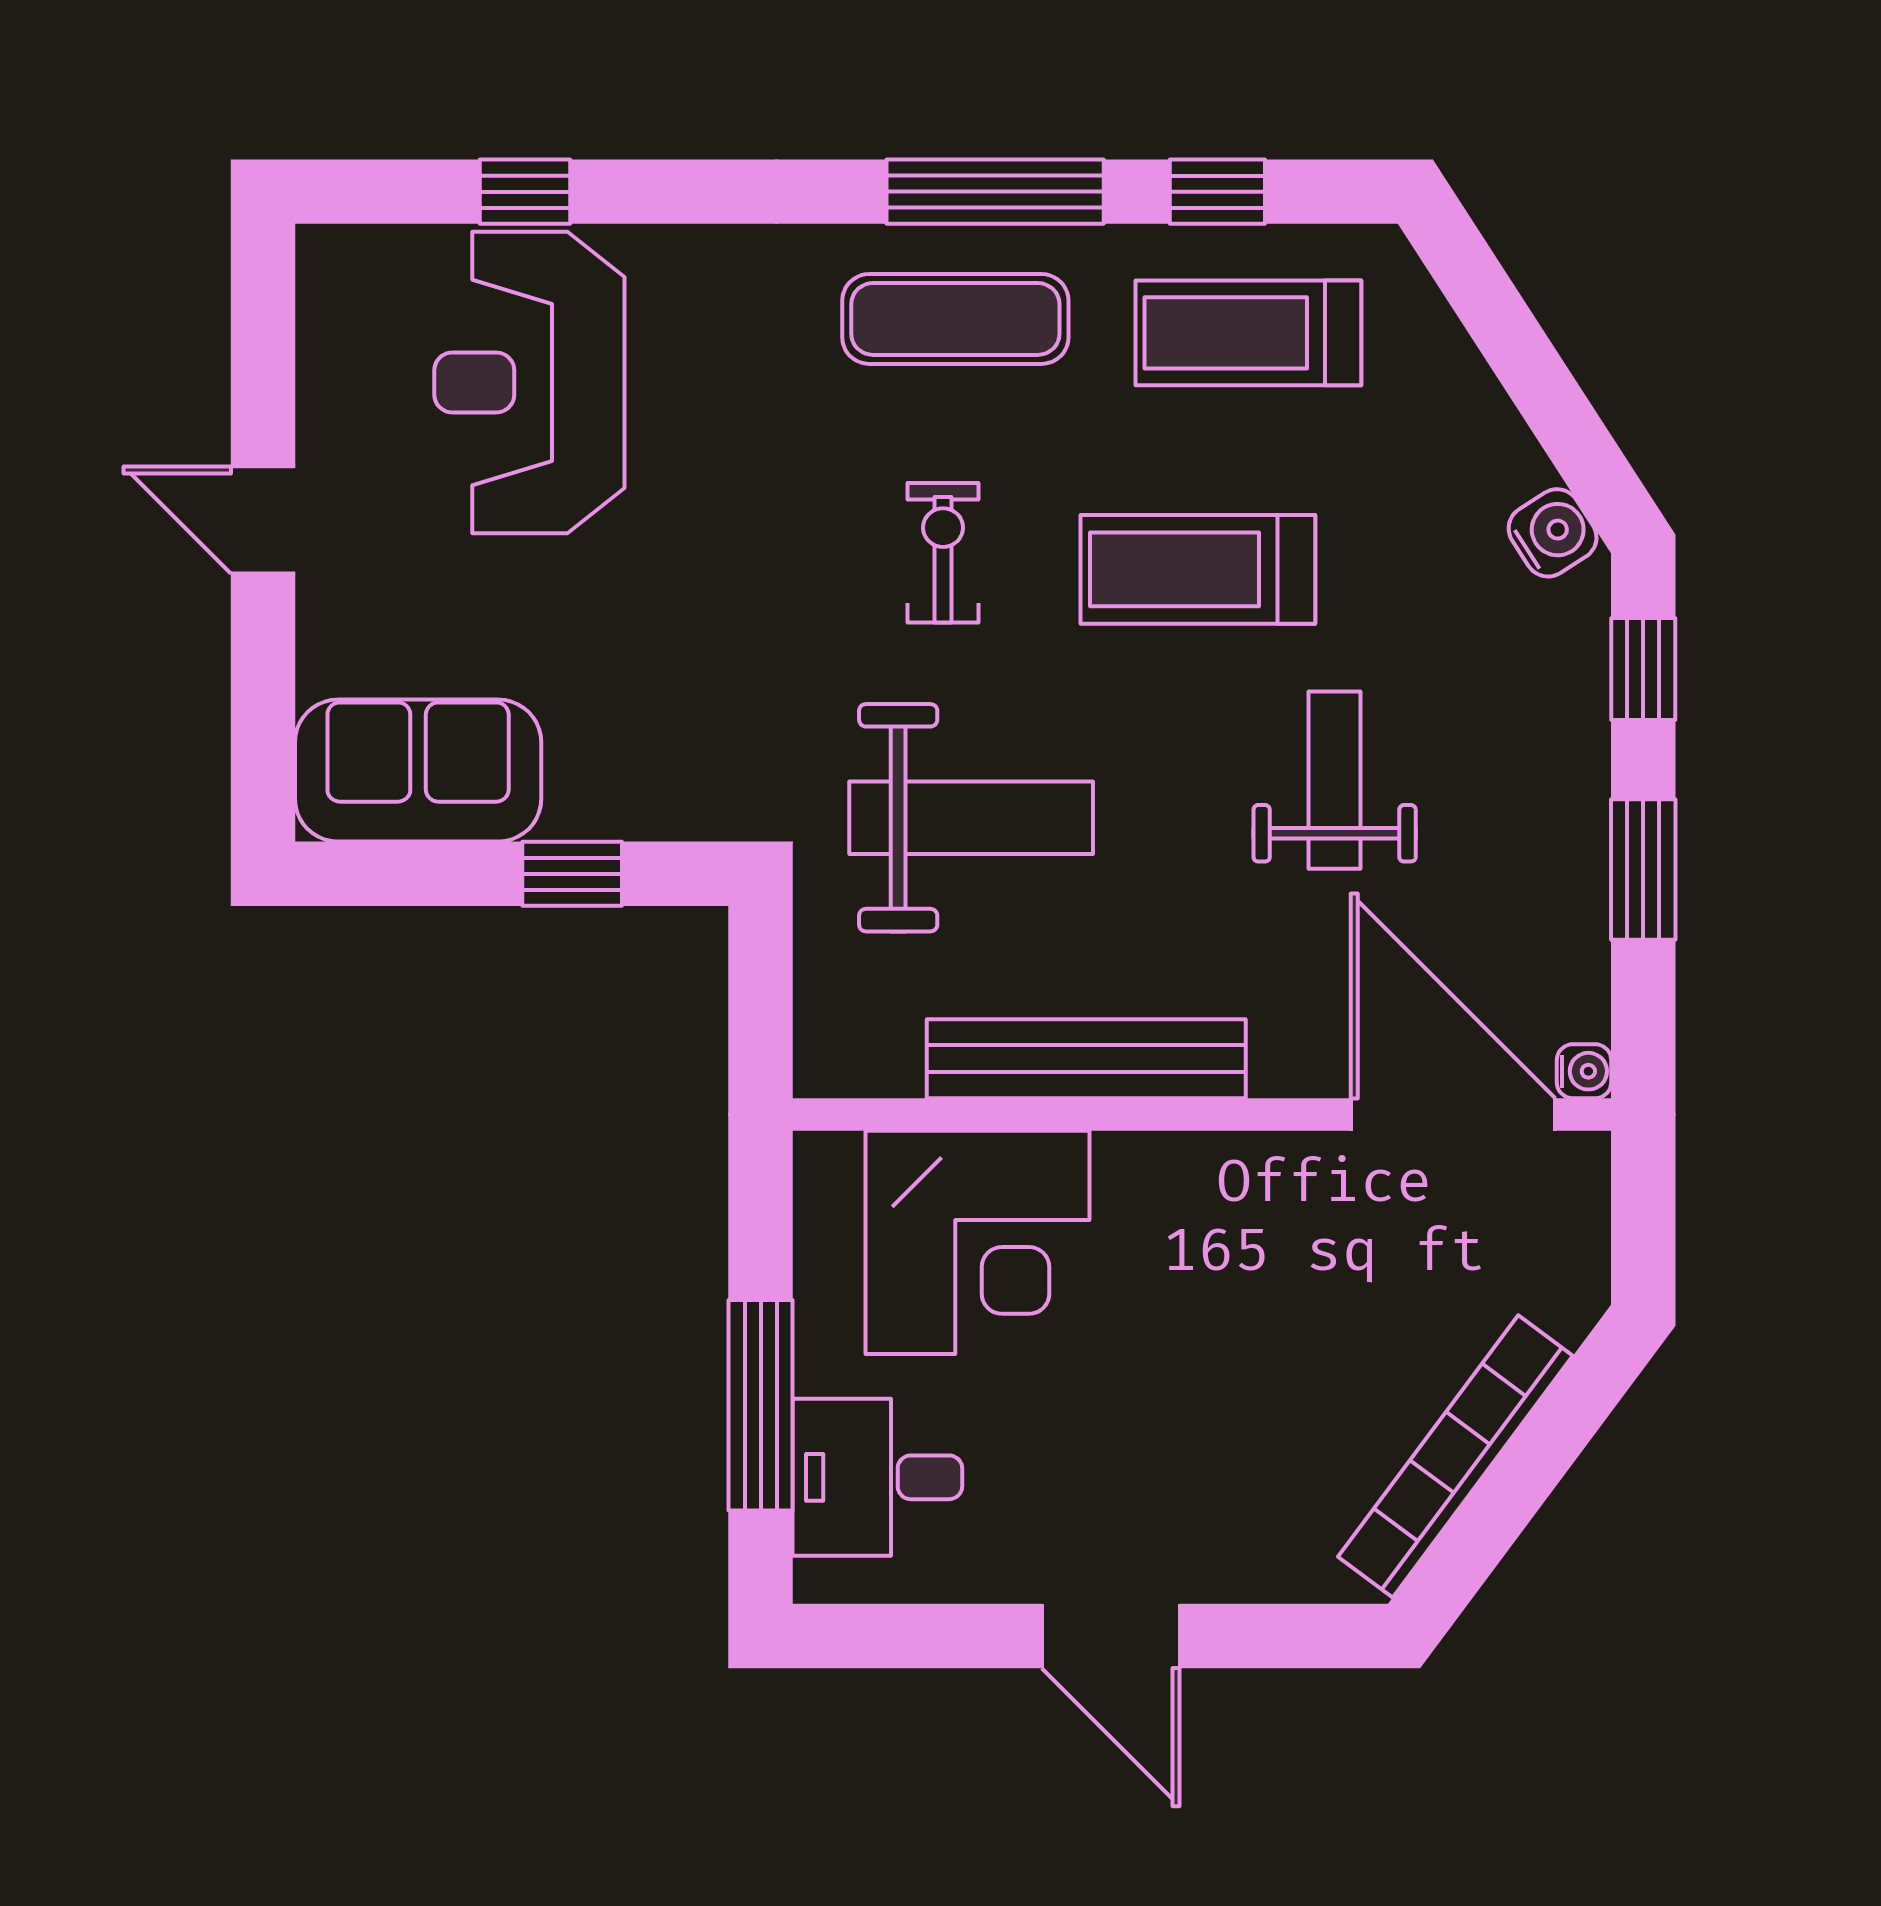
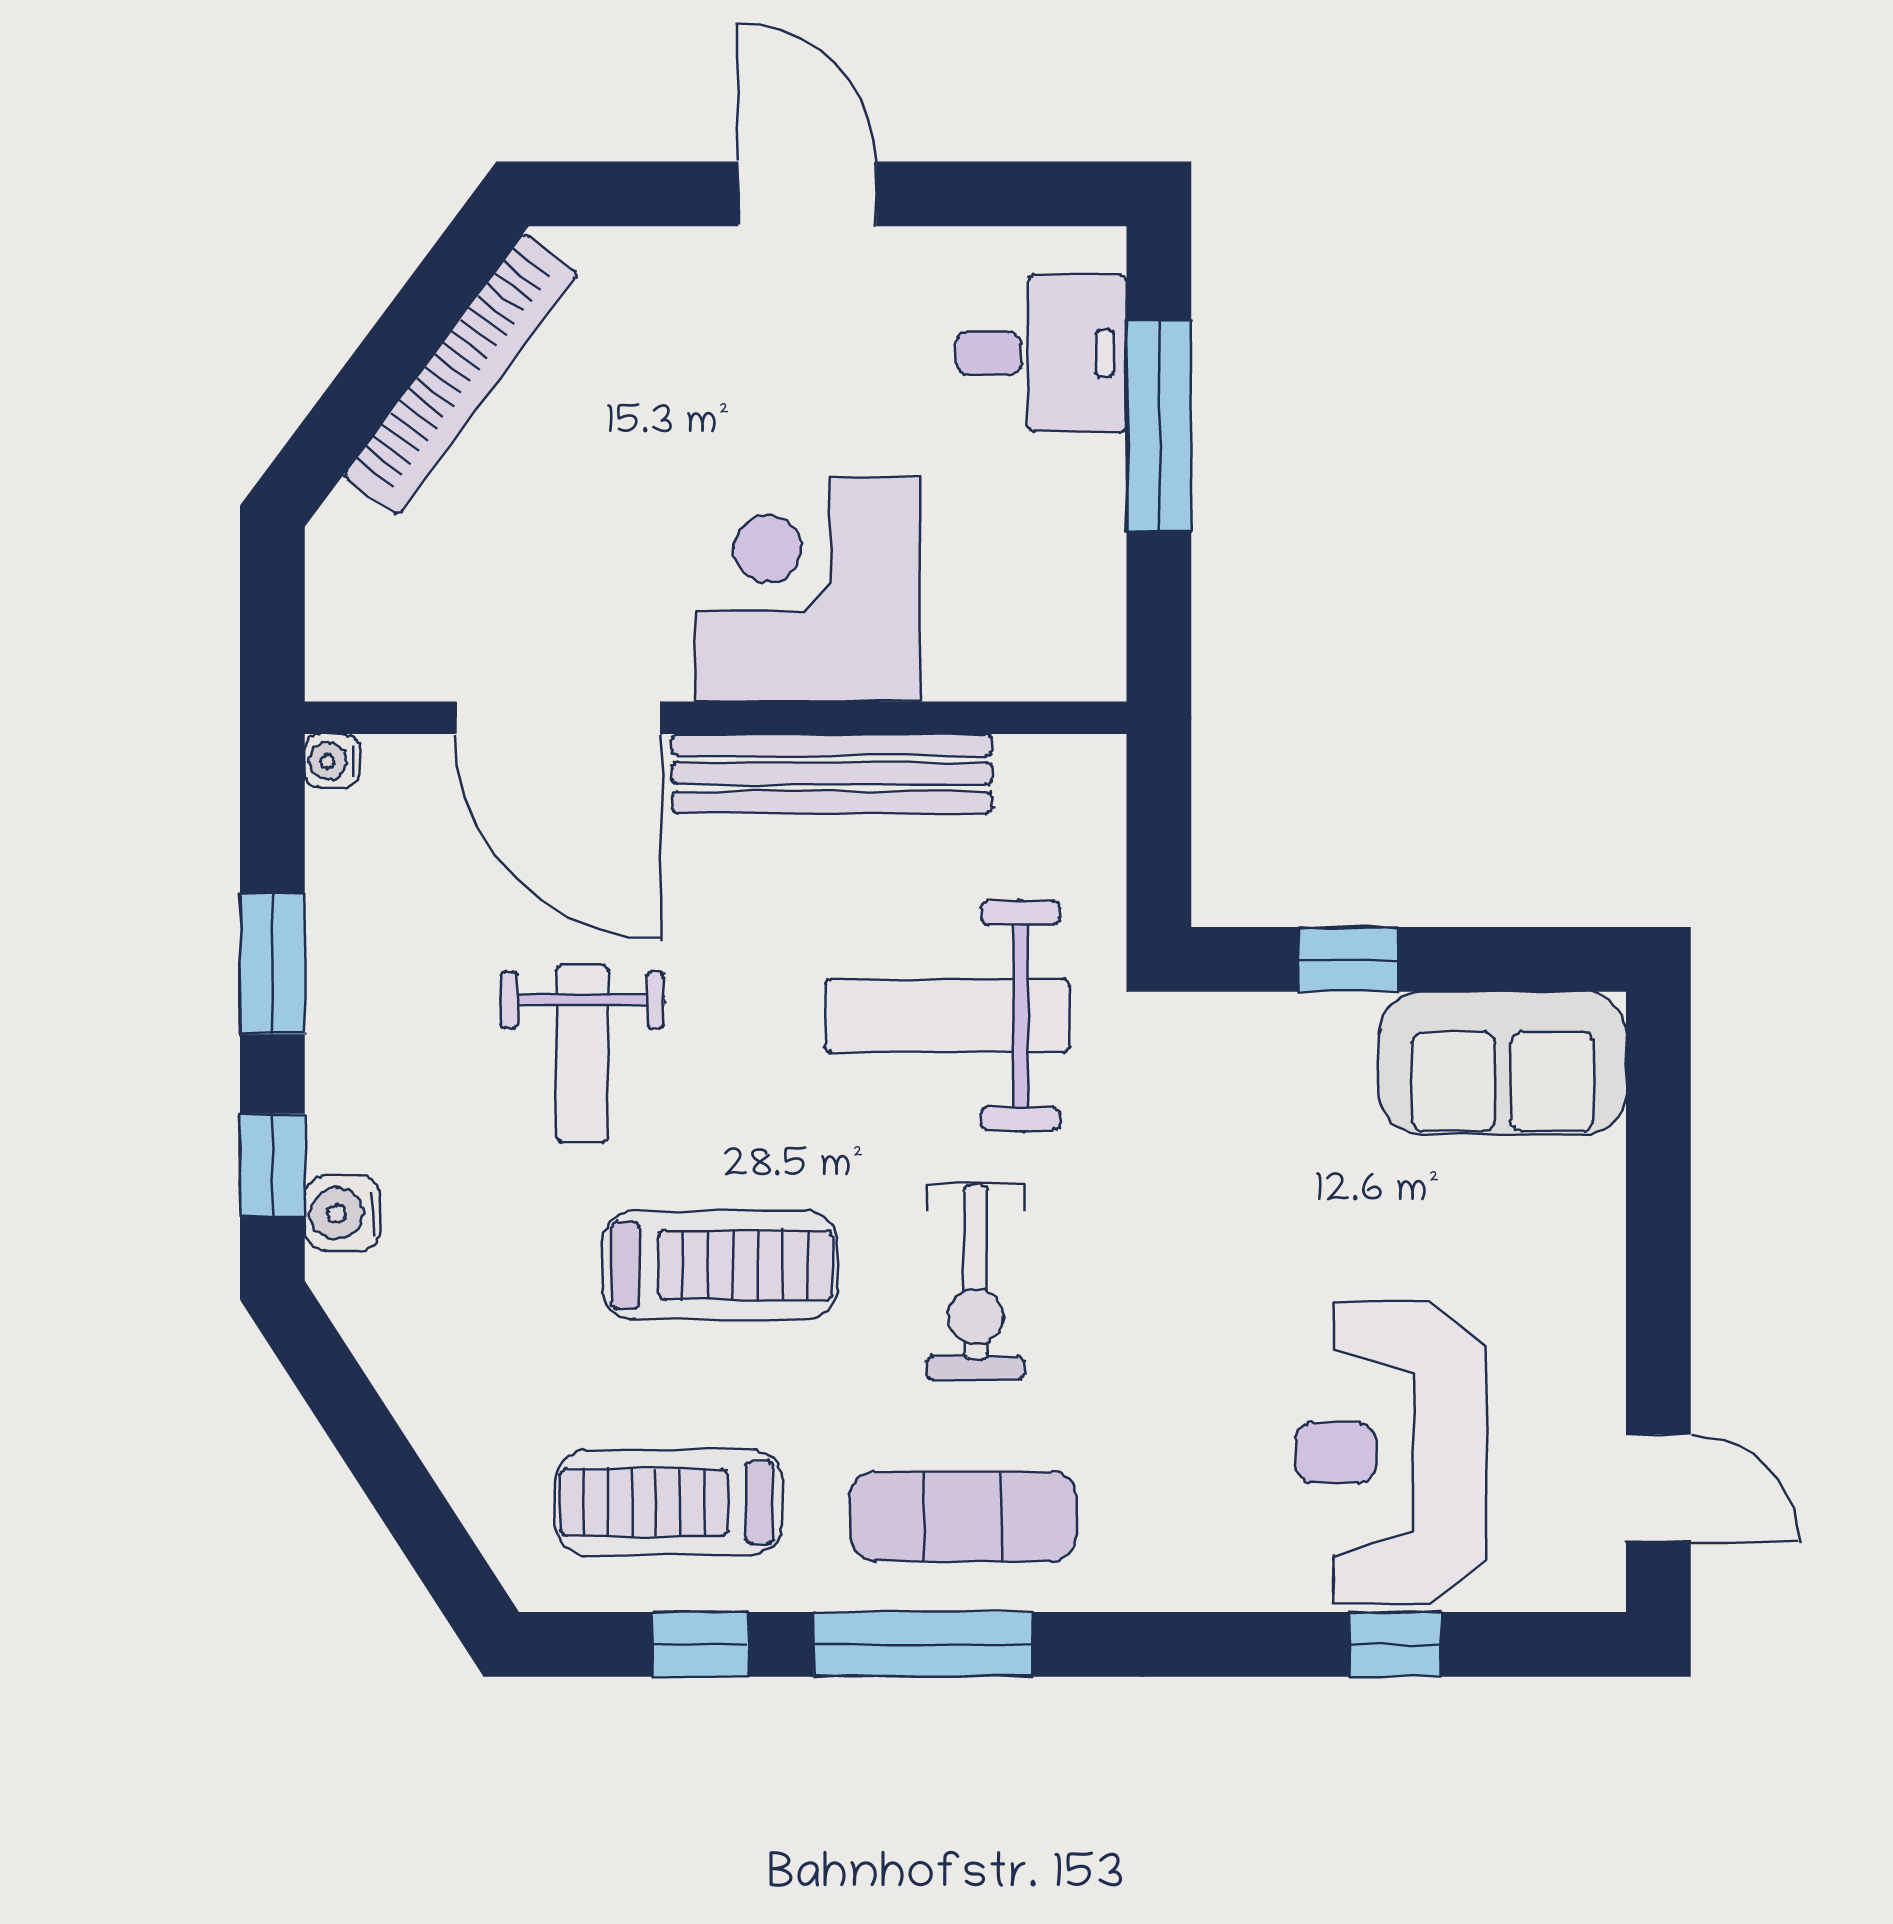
treadmill: (1248, 333) -> (669, 1503), turned 180
reception desk: (529, 382) -> (1391, 1453), turned 180
door: (263, 520) -> (1658, 1488), moved
water cooler: (1553, 533) -> (343, 1213), moved, turned 33
exercise bike: (943, 553) -> (976, 1282), width x1.38, depth x1.39
door: (1453, 1114) -> (558, 718), moved
corner desk: (977, 1242) -> (808, 589), moved

